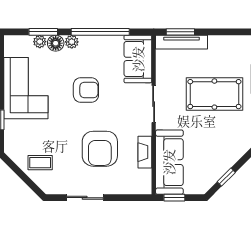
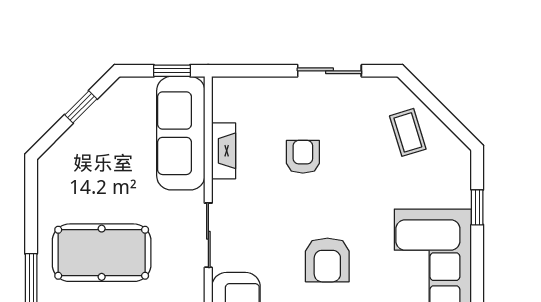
armchair: (86, 90) -> (327, 260), turned -90
armchair: (100, 149) -> (303, 157), width x0.53, depth x0.53
coffee table: (40, 163) -> (408, 132), turned 73

